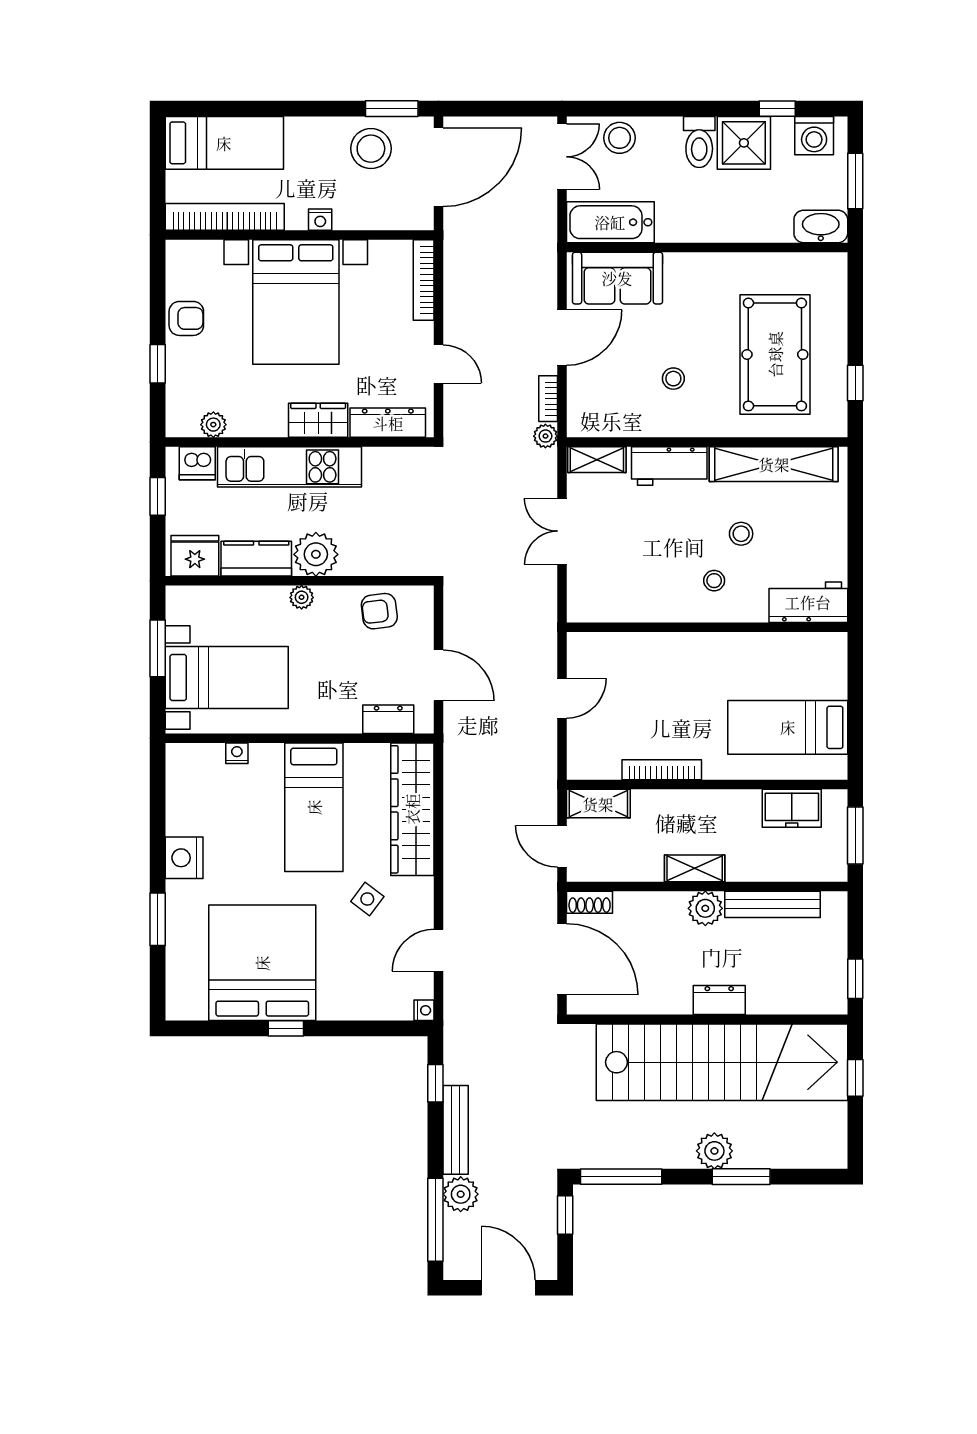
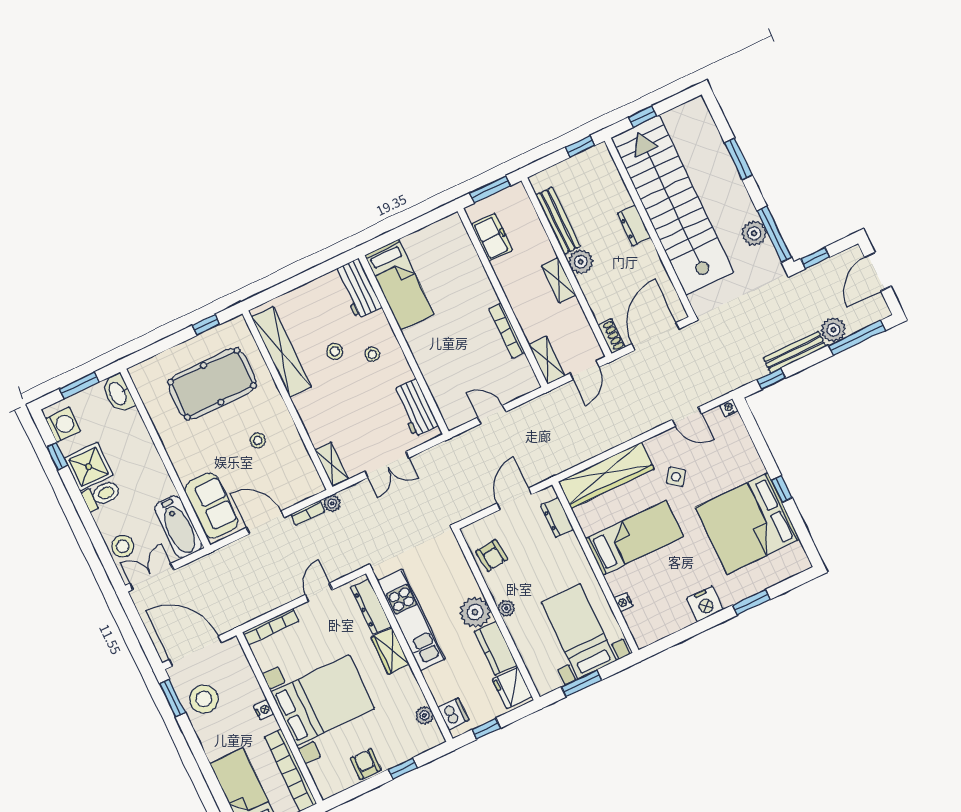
workbench: (669, 466) -> (415, 408), moved, turned 180
kitchen unit: (289, 467) -> (411, 620), moved
bed: (788, 727) -> (399, 285), moved
plant: (714, 1151) -> (754, 233), moved

